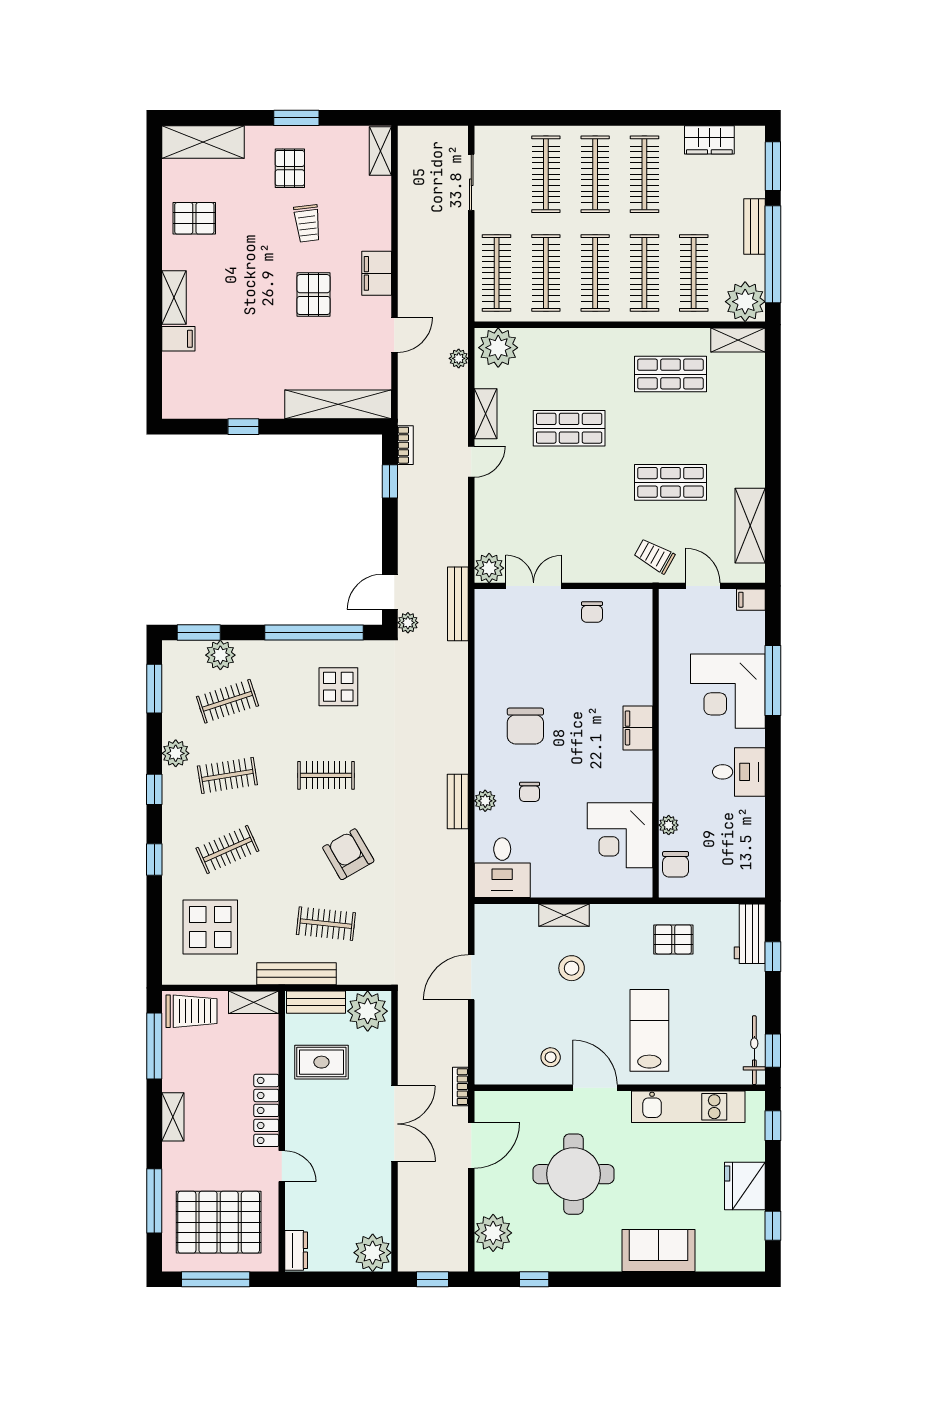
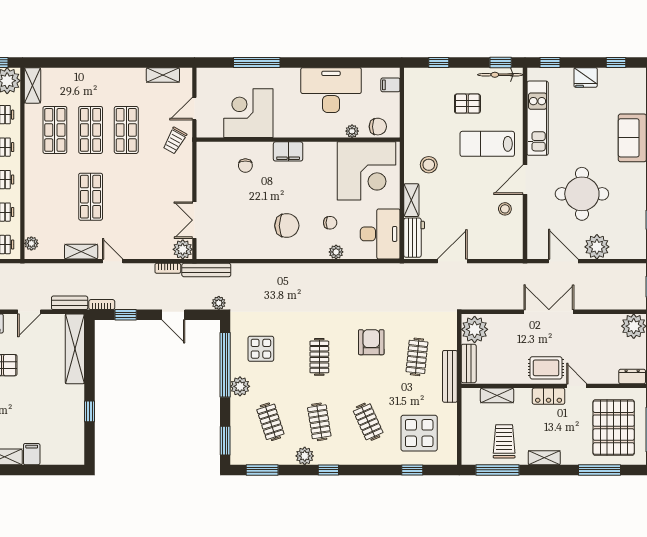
door: (394, 335) -> (29, 312), swing flipped
plant: (498, 348) -> (31, 243), width x0.53, depth x0.53
plant: (459, 358) -> (45, 270), removed
shop shelf: (670, 428) -> (91, 130), added
shelving: (750, 526) -> (163, 75), width x0.67, depth x0.75
door: (390, 592) -> (173, 315), moved
filing cabinet: (751, 600) -> (390, 85), moved, turned 90
chair: (592, 612) -> (245, 166), moved, turned 90
plant: (220, 655) -> (240, 386), moved
corner desk: (728, 691) -> (248, 113), moved, turned 180
desk: (739, 772) -> (331, 90), width x1.87, depth x1.30
bench: (458, 802) -> (70, 303), moved
corner desk: (620, 835) -> (366, 171), width x1.36, depth x1.36
armchair: (348, 854) -> (371, 342), turned 120
window: (154, 859) -> (412, 470), moved
desk: (502, 868) -> (380, 234), width x1.37
workbench: (750, 934) -> (414, 238), moved, turned -90
pallet: (673, 939) -> (467, 104), moved, turned 90
stool: (572, 968) -> (429, 165), moved
door: (471, 977) -> (452, 261), swing flipped
shelving: (254, 1002) -> (497, 395), moved, turned 90
trolley: (192, 1011) -> (504, 441), moved
rug: (321, 1062) -> (546, 368), moved, turned 90
bookcase: (460, 1087) -> (168, 268), moved
locker: (266, 1110) -> (549, 396), width x0.66
door: (282, 1166) -> (577, 386), hinge flipped
fridge: (745, 1186) -> (586, 77), width x0.73, depth x0.75
plant: (493, 1233) -> (597, 247), moved

